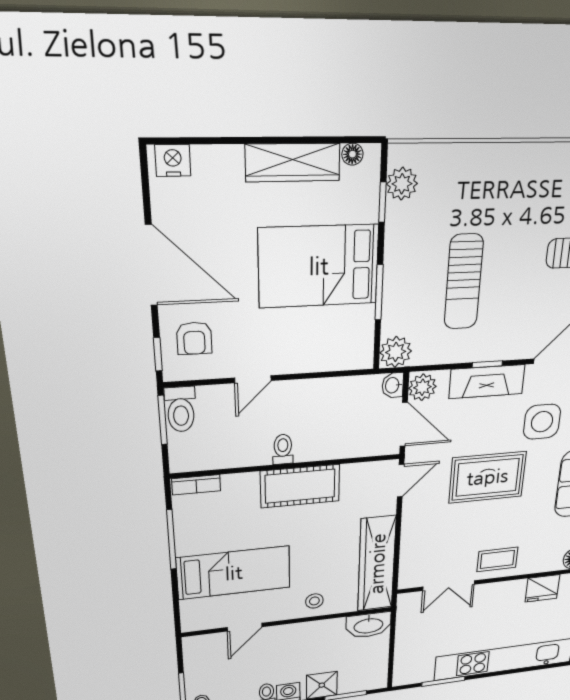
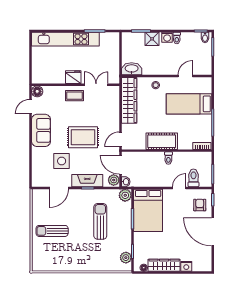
nightstand: (173, 160) -> (186, 266), moved
bed: (319, 266) -> (148, 210), moved, turned 90
toilet: (181, 409) -> (193, 178), moved
fridge: (542, 588) -> (73, 77), moved

